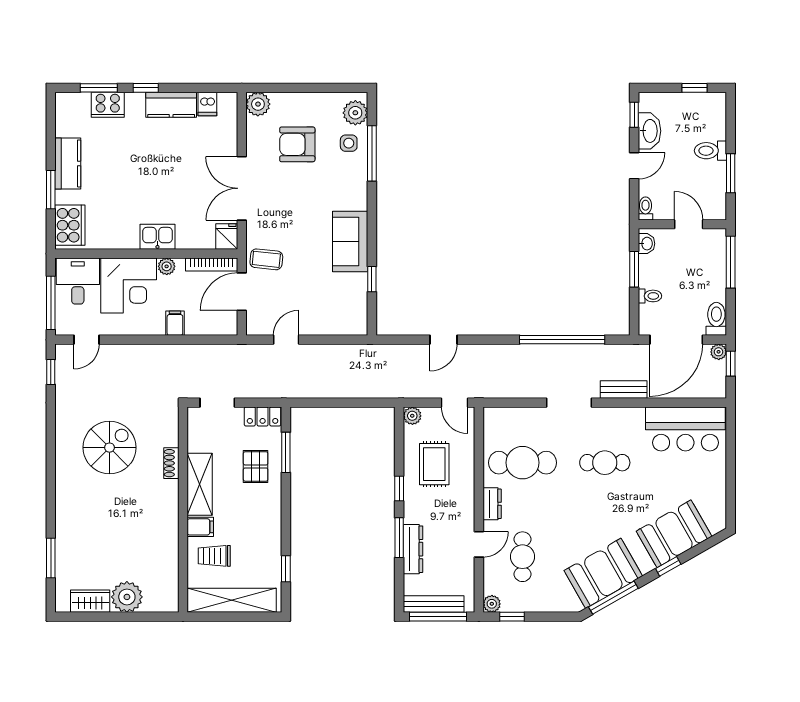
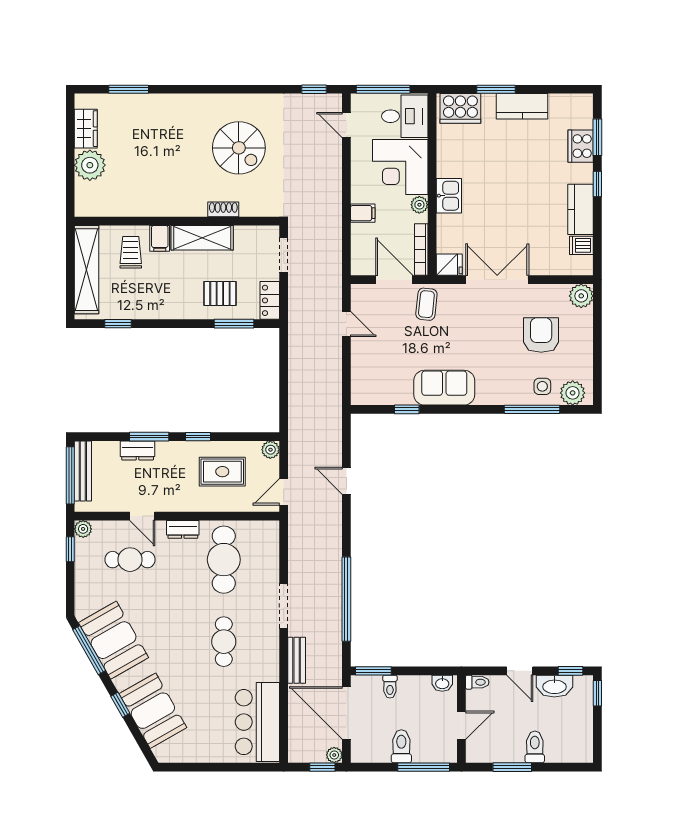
window: (694, 88) -> (597, 693), moved
window: (634, 269) -> (373, 671), moved
toilet: (716, 319) -> (401, 746), moved, turned -90
dresser: (413, 549) -> (138, 450), width x0.70

